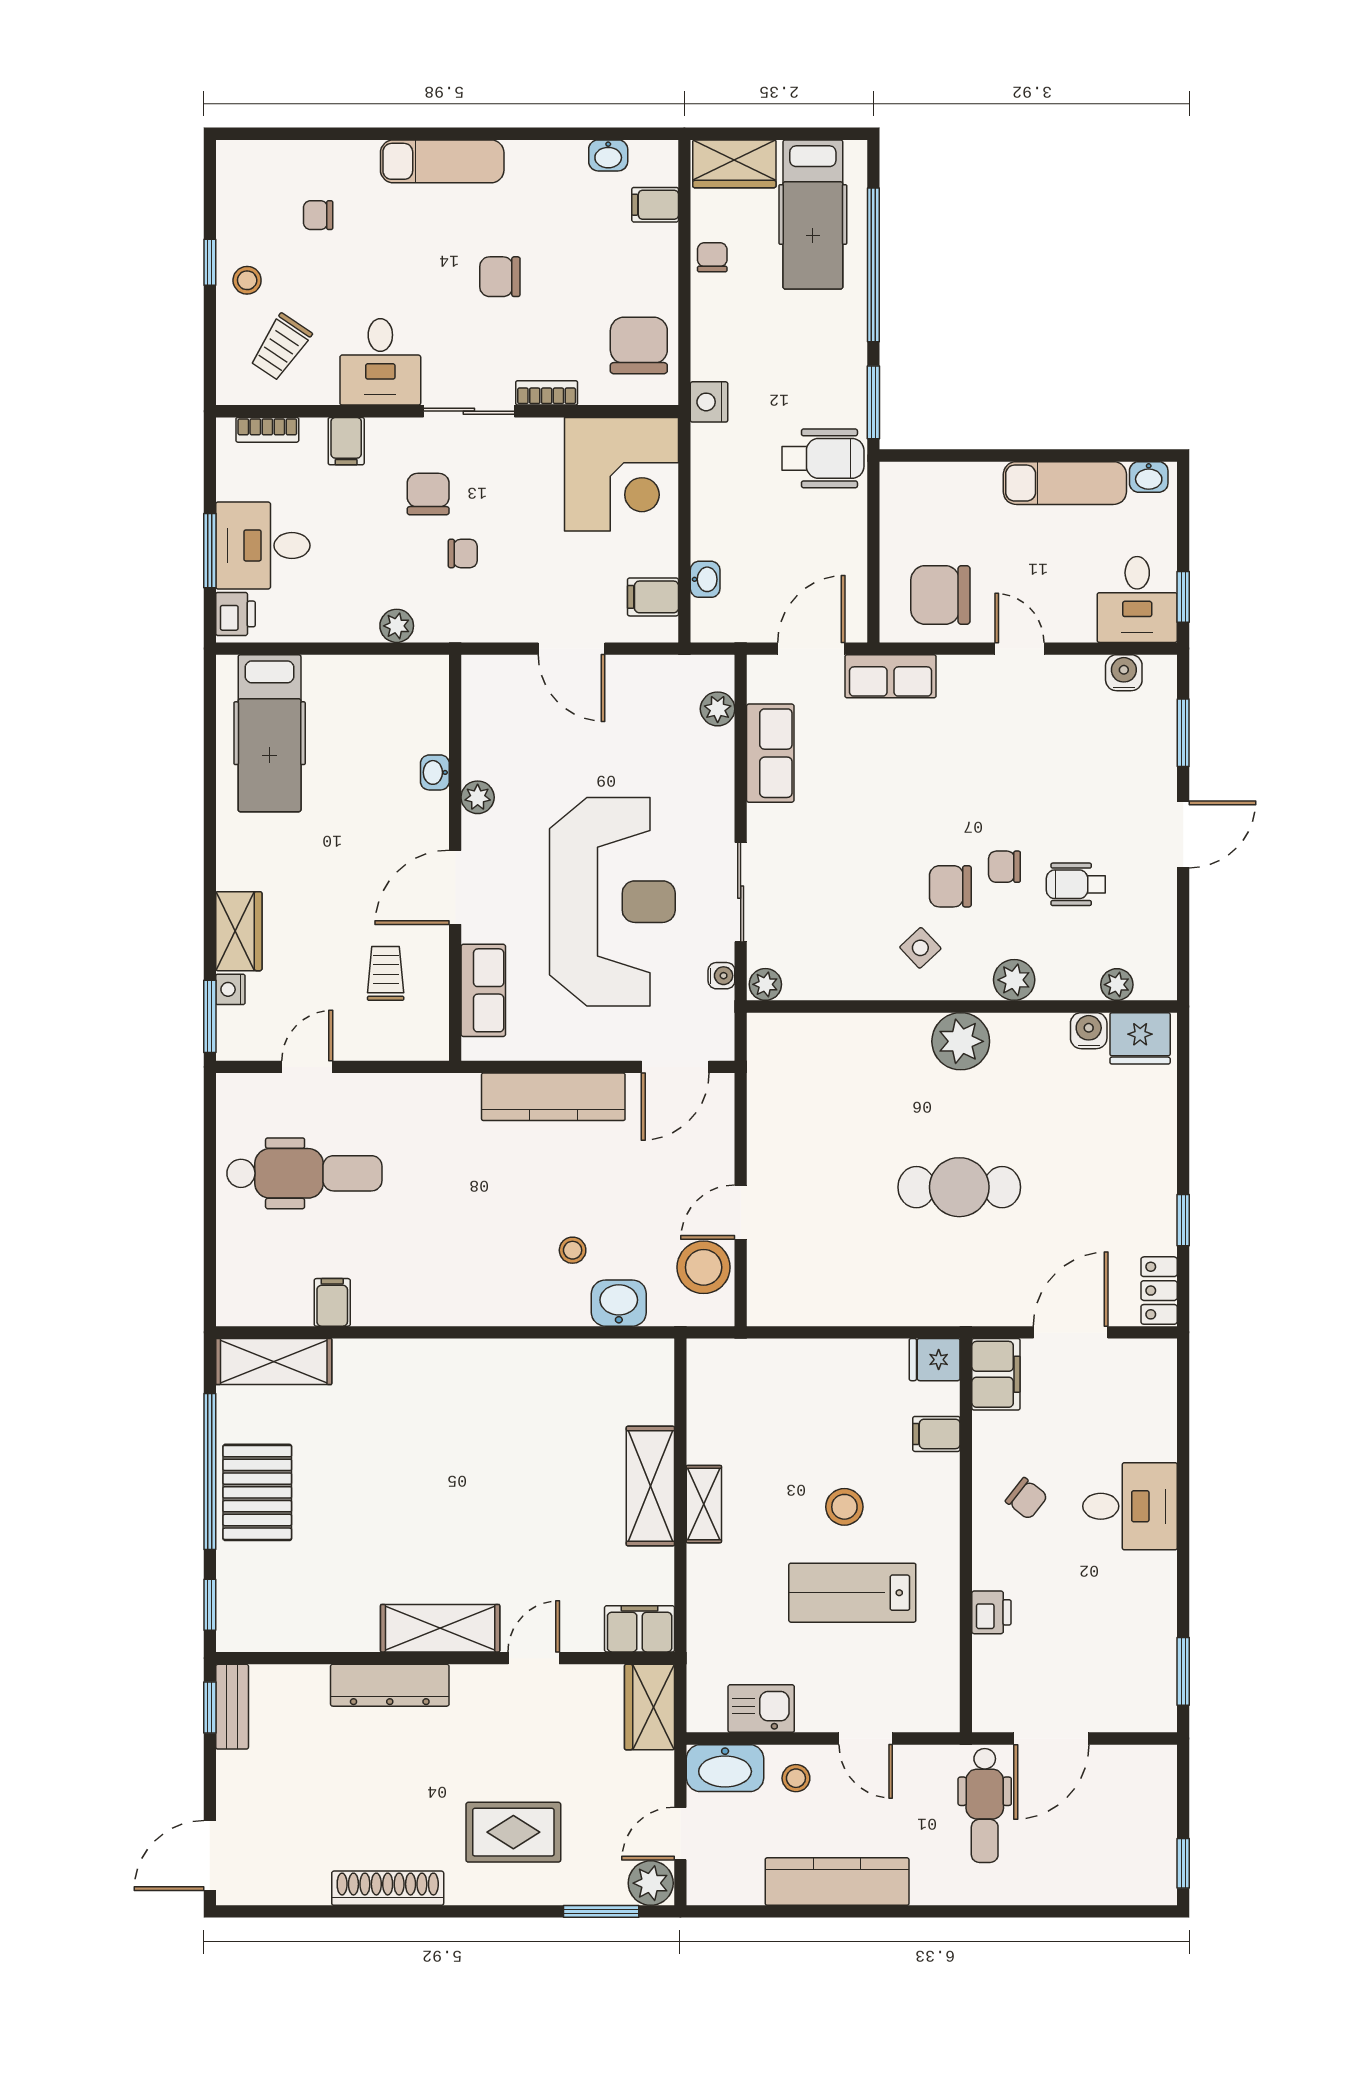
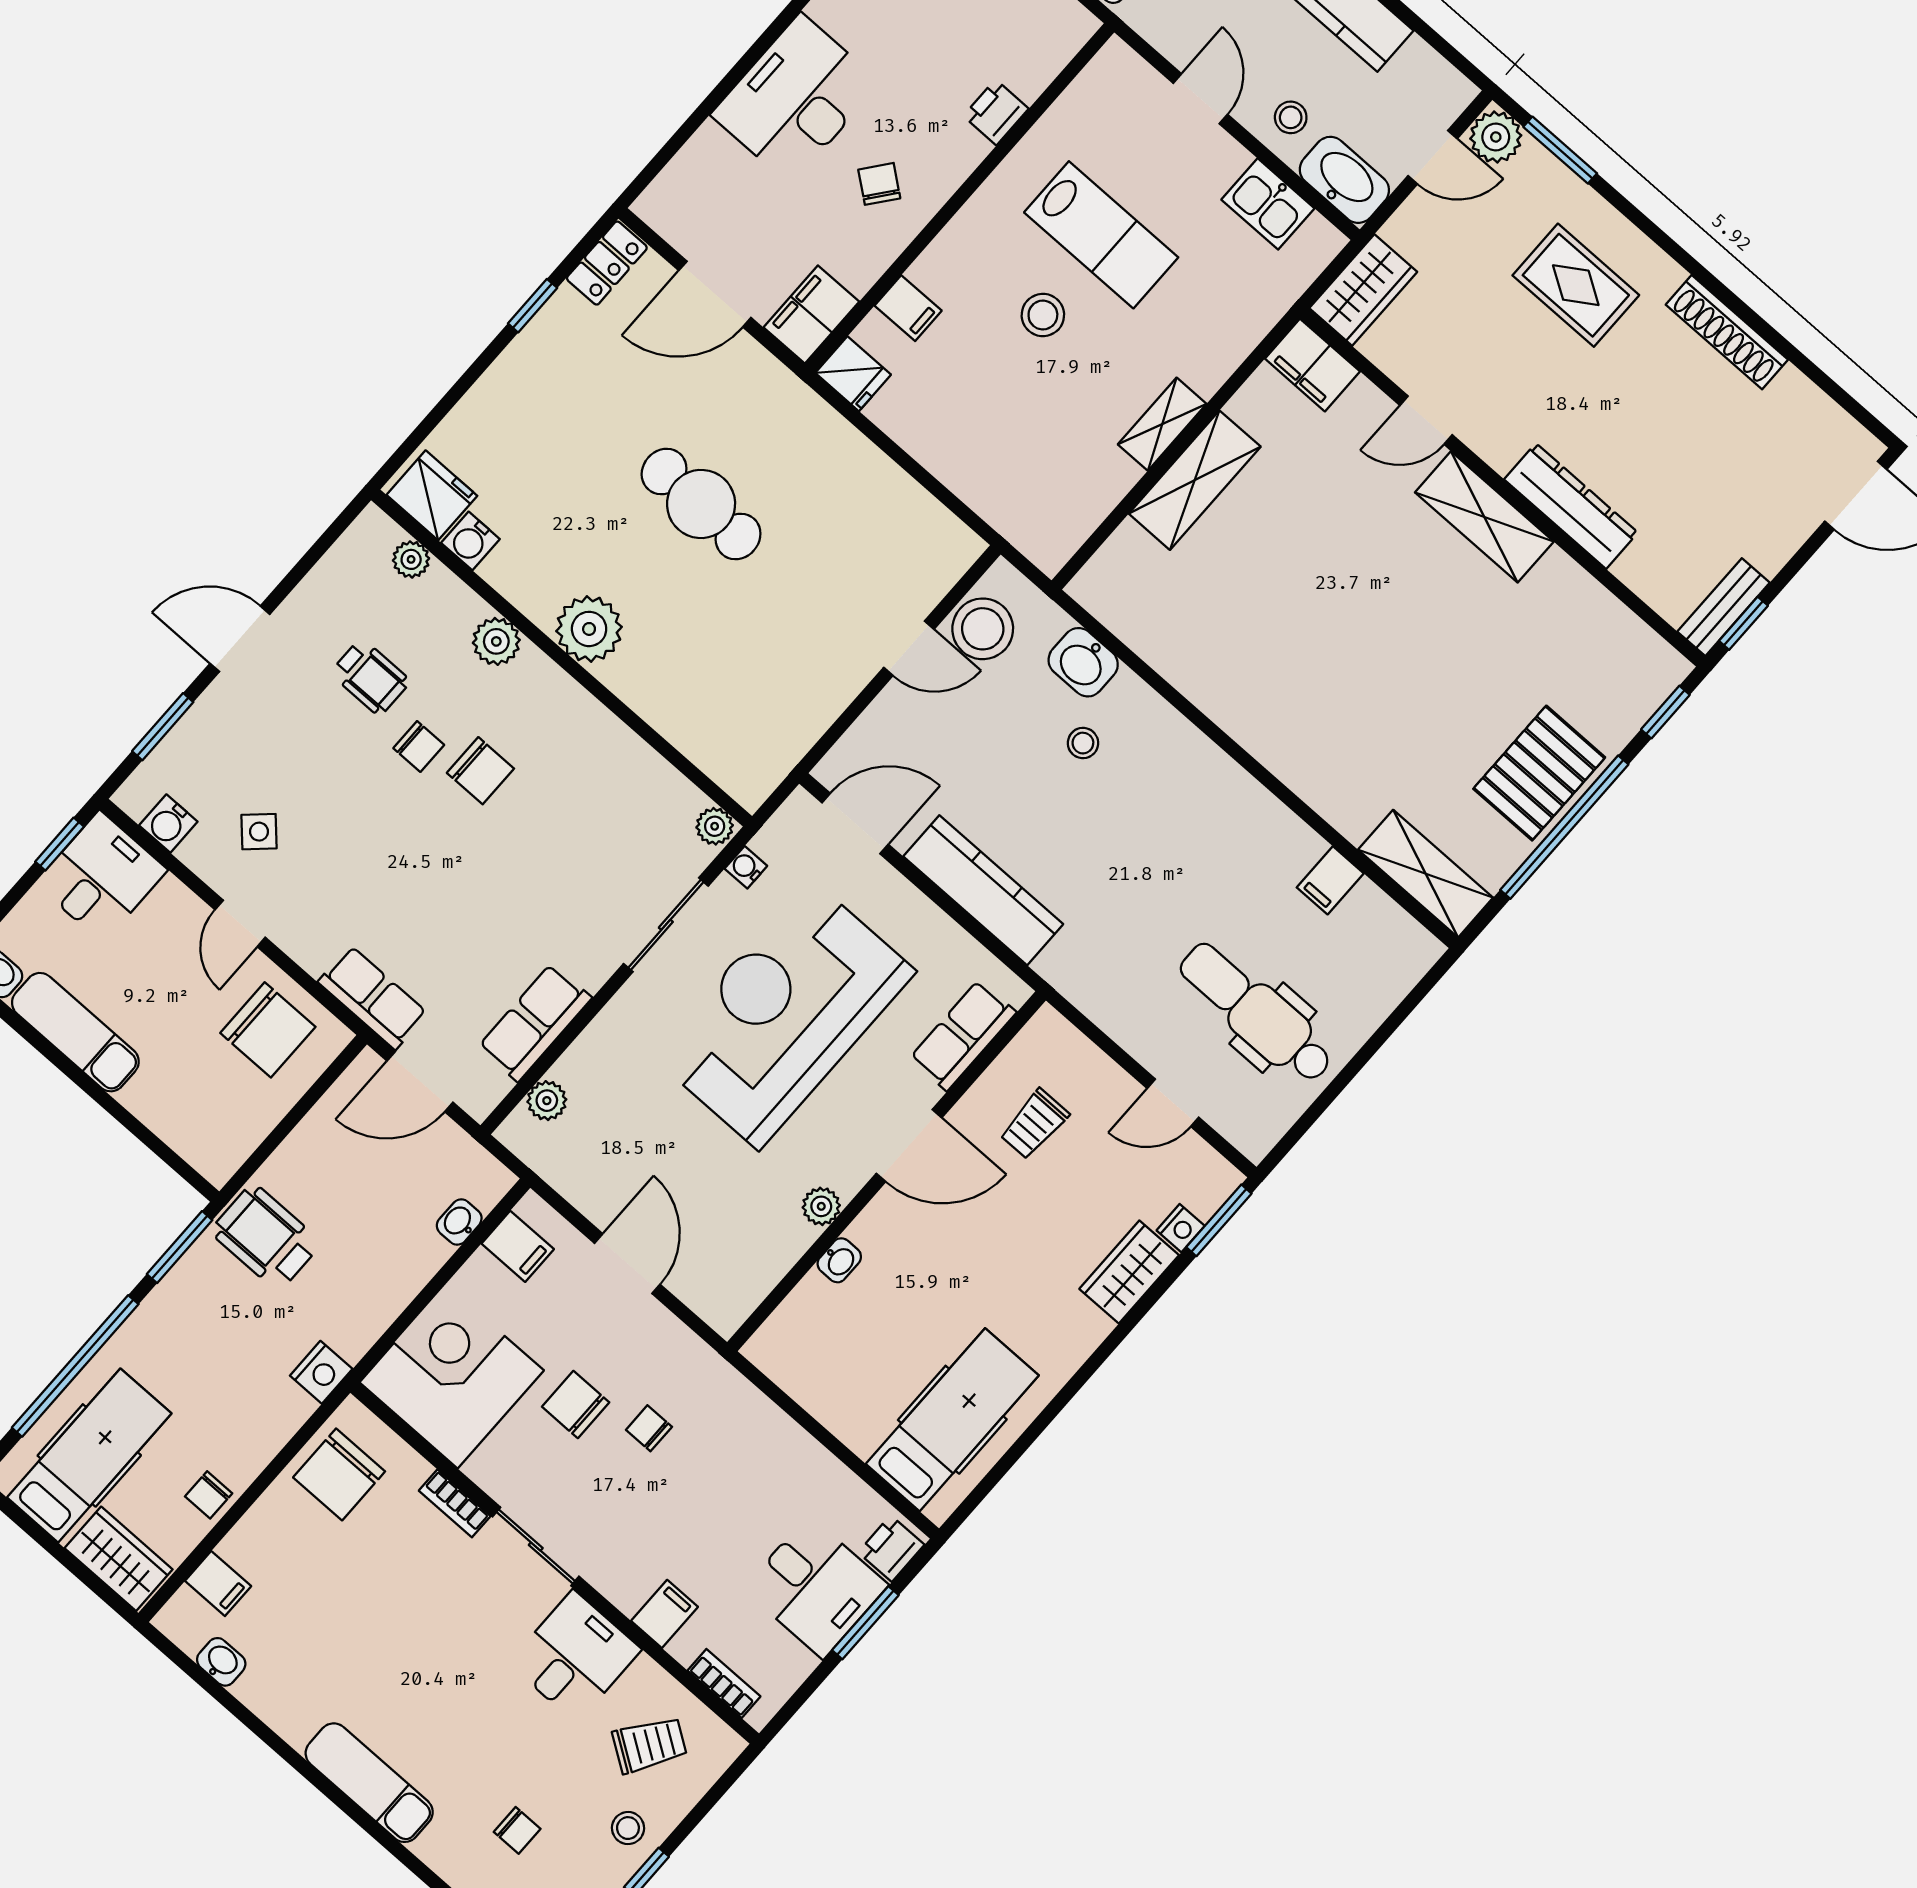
chair: (500, 277) -> (407, 1639), removed
chair: (428, 494) -> (576, 1405), moved, turned 90
plant: (397, 626) -> (761, 1416), removed
side table: (920, 948) -> (259, 832), moved
desk: (1130, 1506) -> (796, 99), width x1.37

